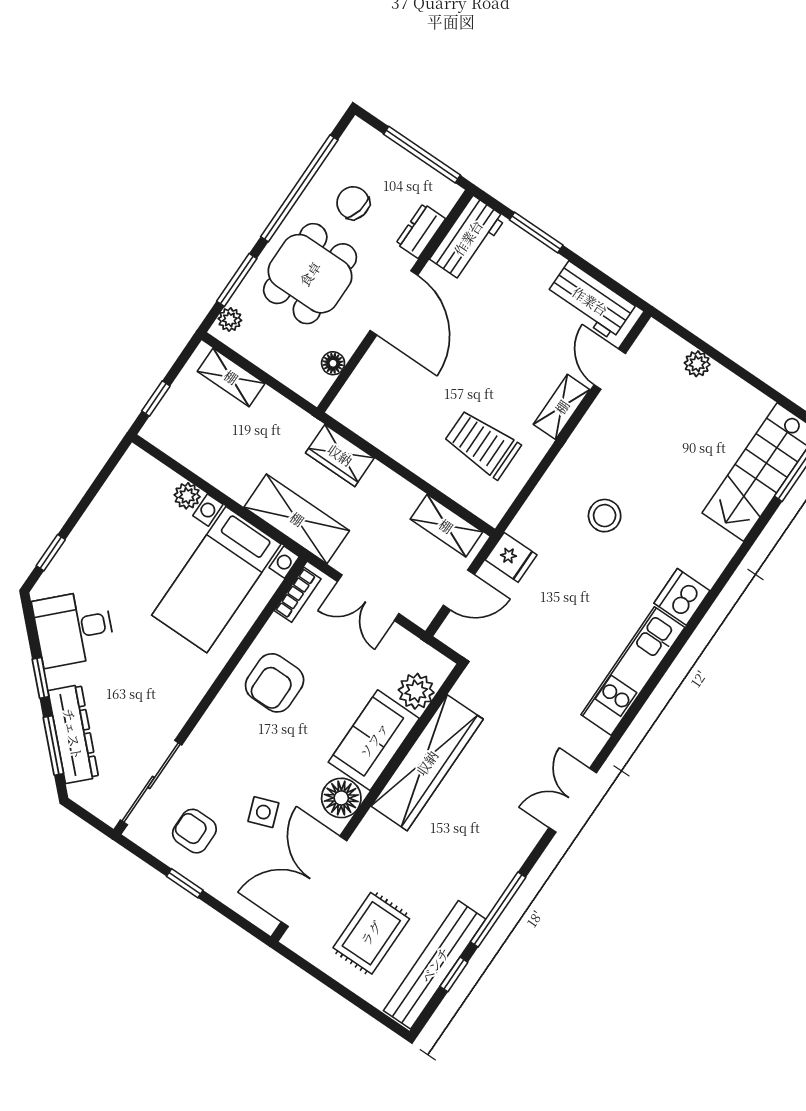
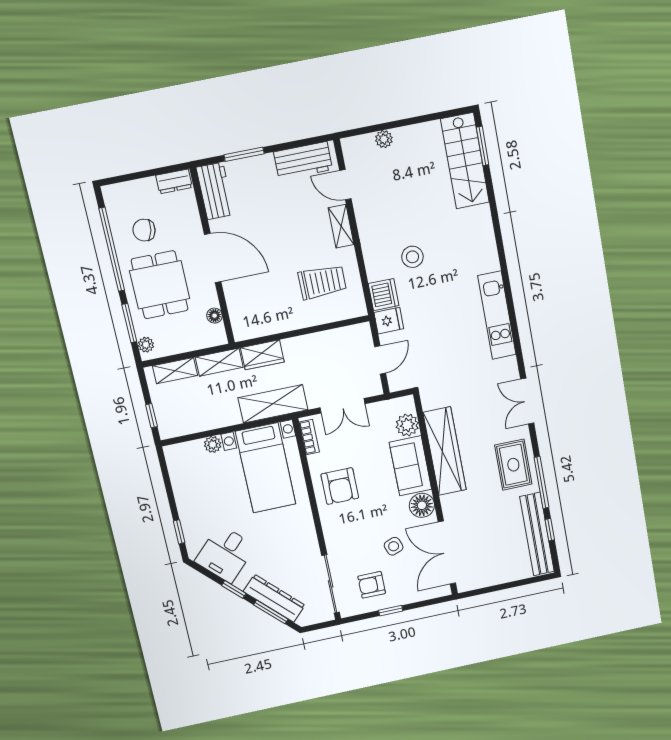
window: (422, 155) -> (152, 173), removed
dresser: (421, 231) -> (174, 181), moved, turned -90
trolley: (482, 444) -> (322, 282), turned 180
shelving: (446, 526) -> (219, 362), moved
dishwasher: (682, 597) -> (384, 295), moved, turned 180
rug: (371, 933) -> (513, 465), moved

